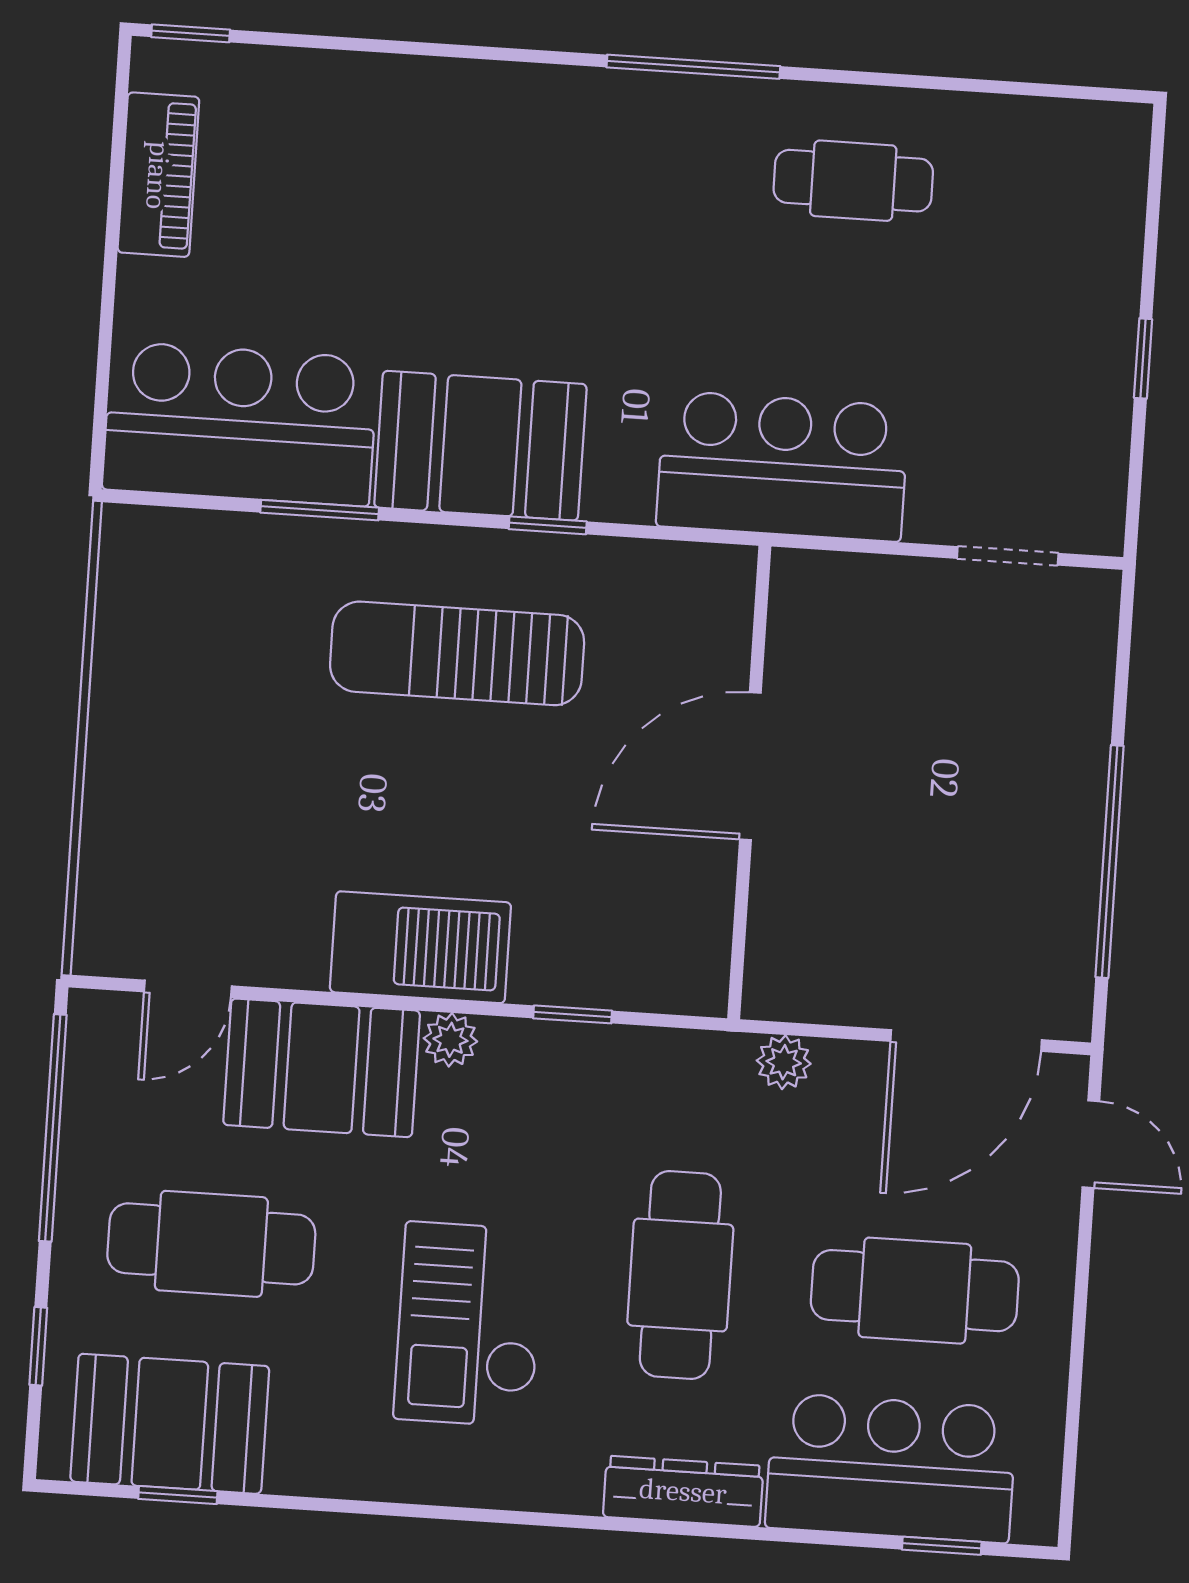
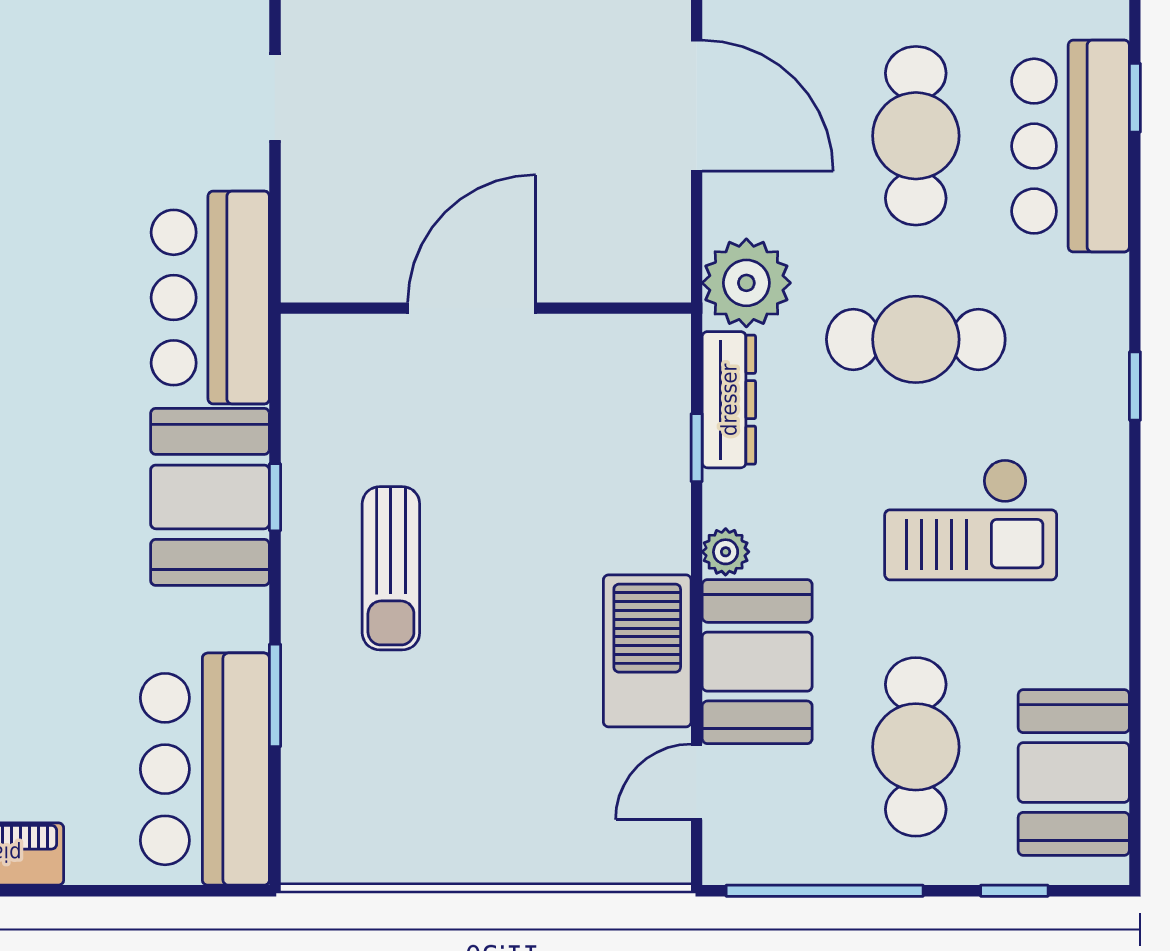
booth: (480, 446) -> (210, 497), moved
sun lounger: (457, 653) -> (391, 568), width x0.73, depth x0.75
door: (750, 766) -> (472, 308), swing flipped
barbecue: (420, 947) -> (647, 651), moved
door: (188, 989) -> (697, 782), swing flipped
plant: (784, 1062) -> (746, 283), width x1.88, depth x1.88
dresser: (683, 1491) -> (729, 400), moved, turned 180
window: (178, 1495) -> (1135, 386), moved

